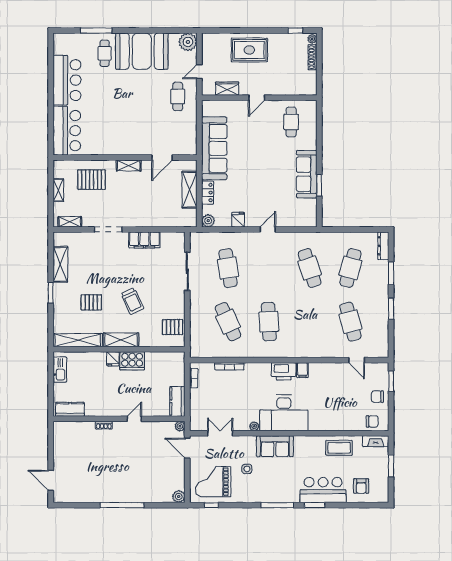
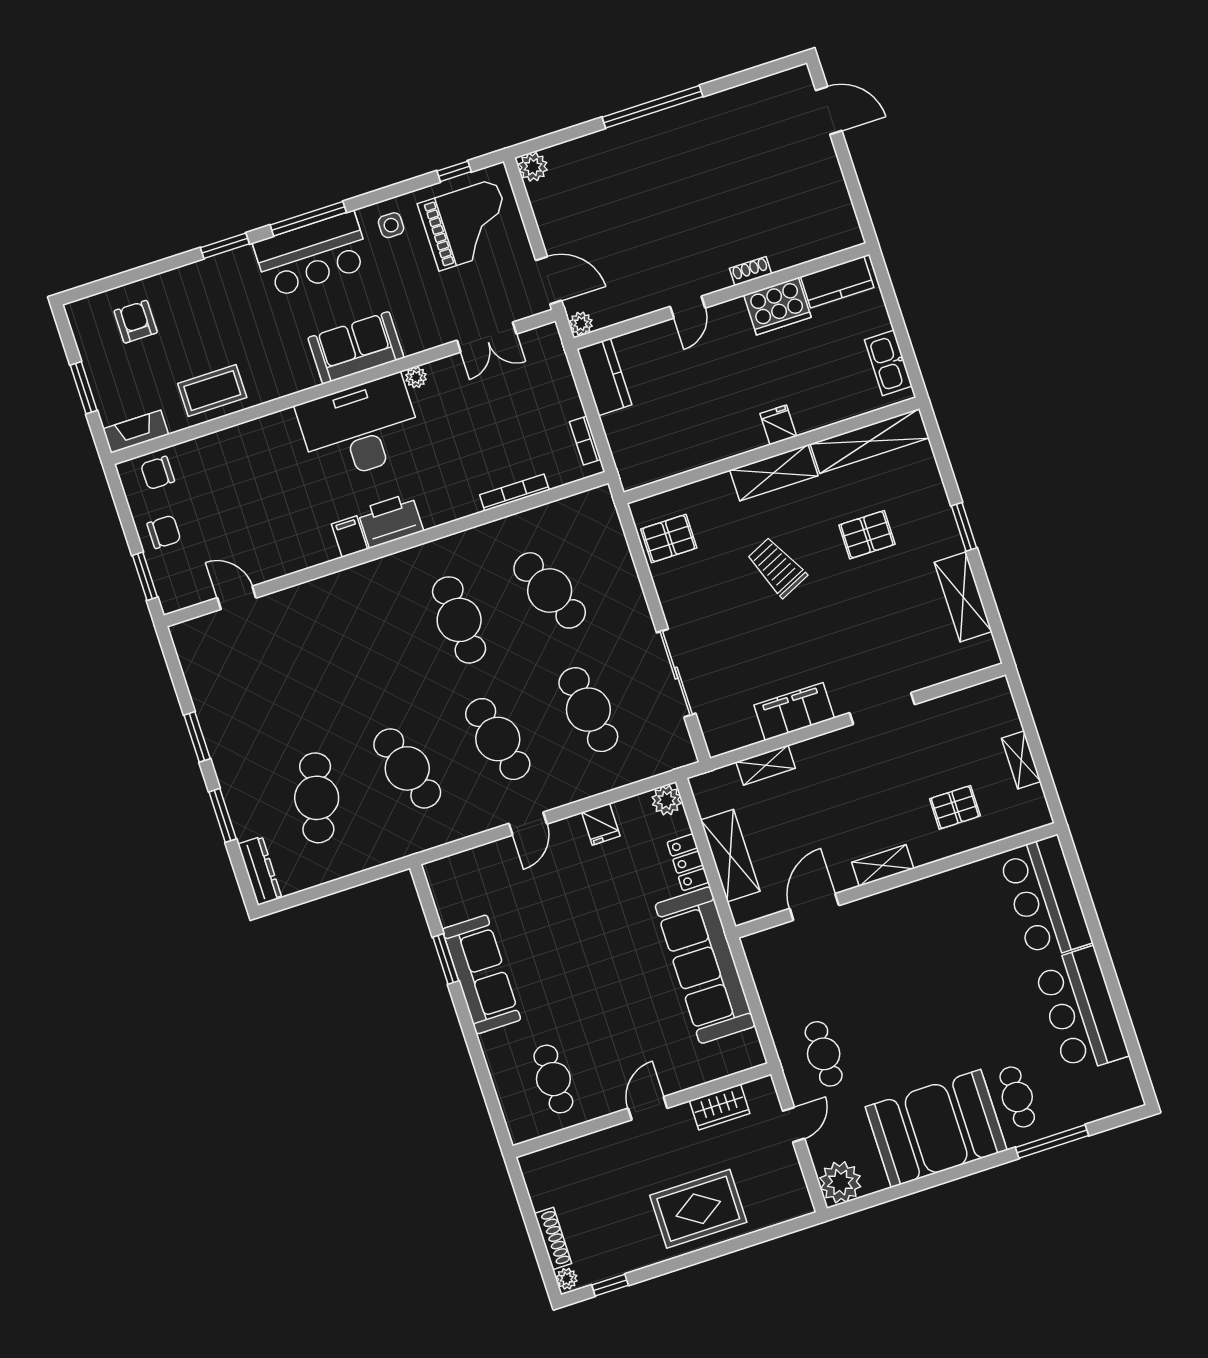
pallet: (92, 180) -> (955, 807), width x0.67, depth x0.71
shelving: (70, 222) -> (766, 765), moved
cafe table: (350, 322) -> (498, 739), moved
cooker: (132, 361) -> (777, 306), moved, turned 180
side table: (247, 469) -> (391, 225), moved
bar counter: (323, 490) -> (312, 254), moved

